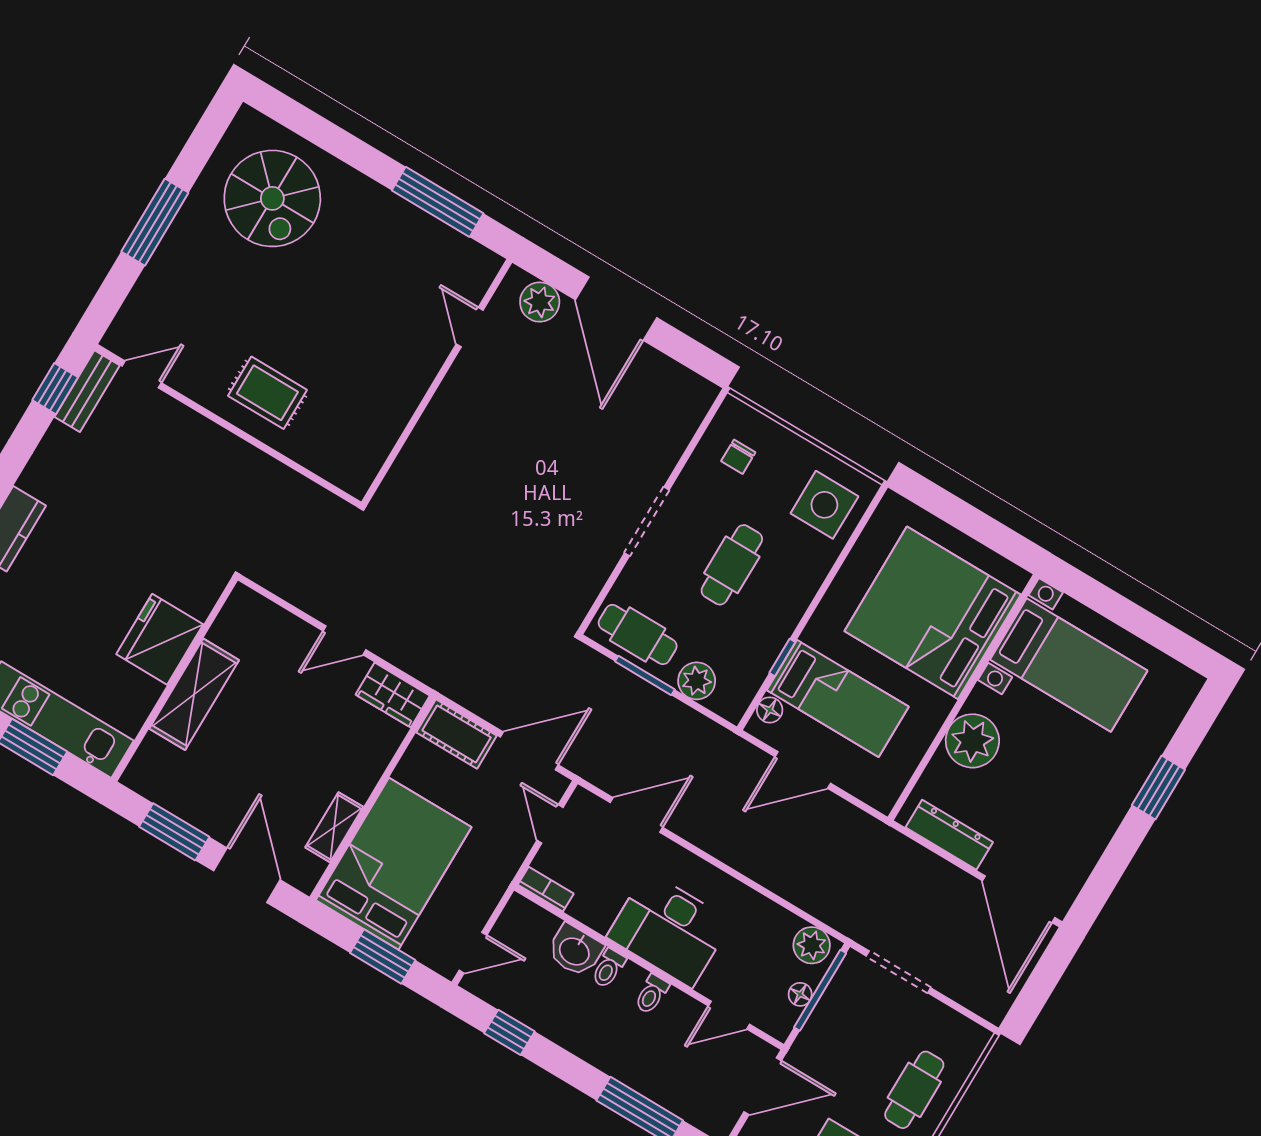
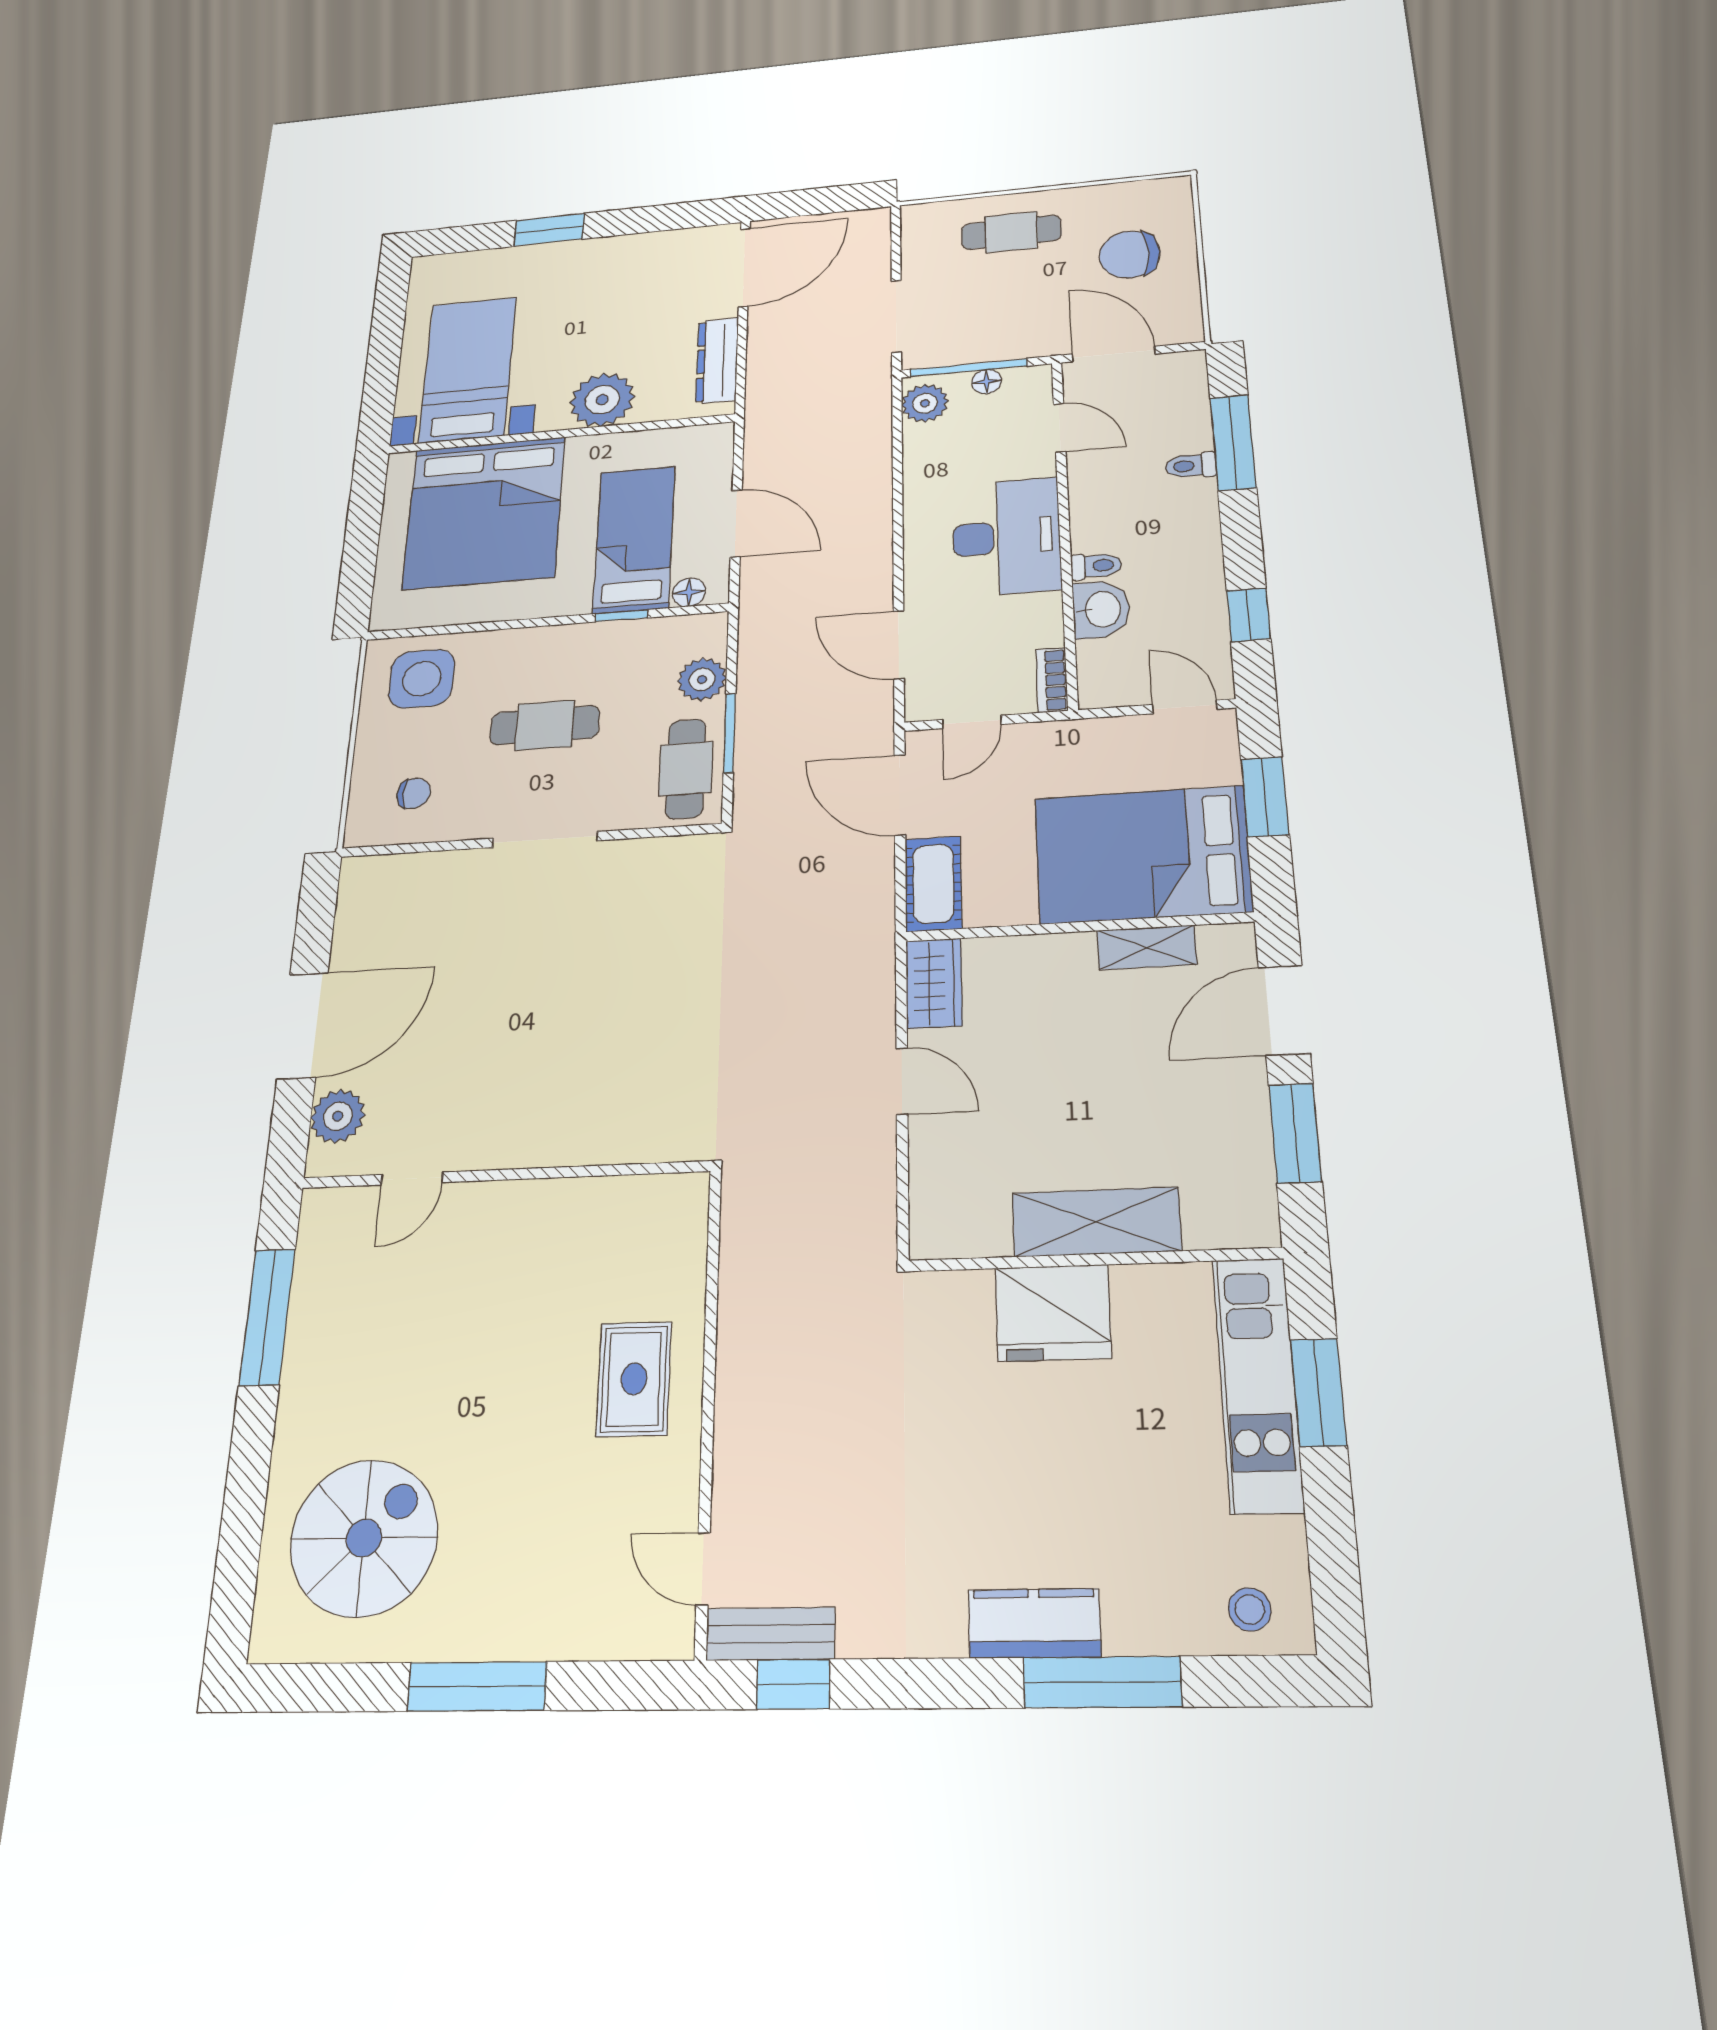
toilet: (652, 994) -> (1191, 466), moved, turned 180

